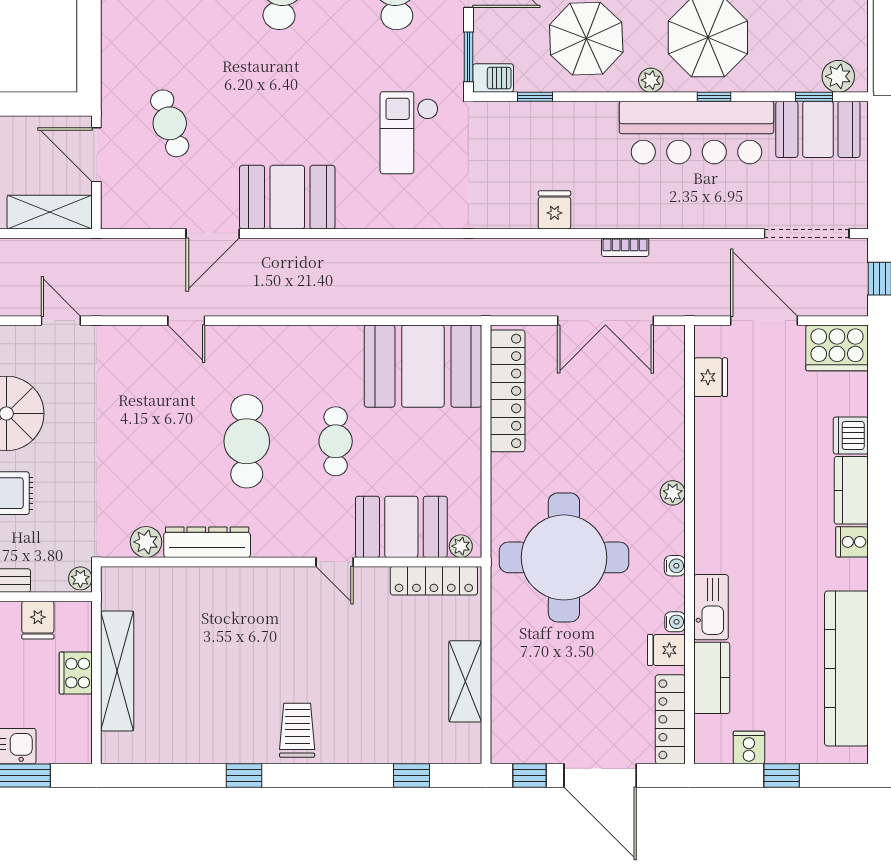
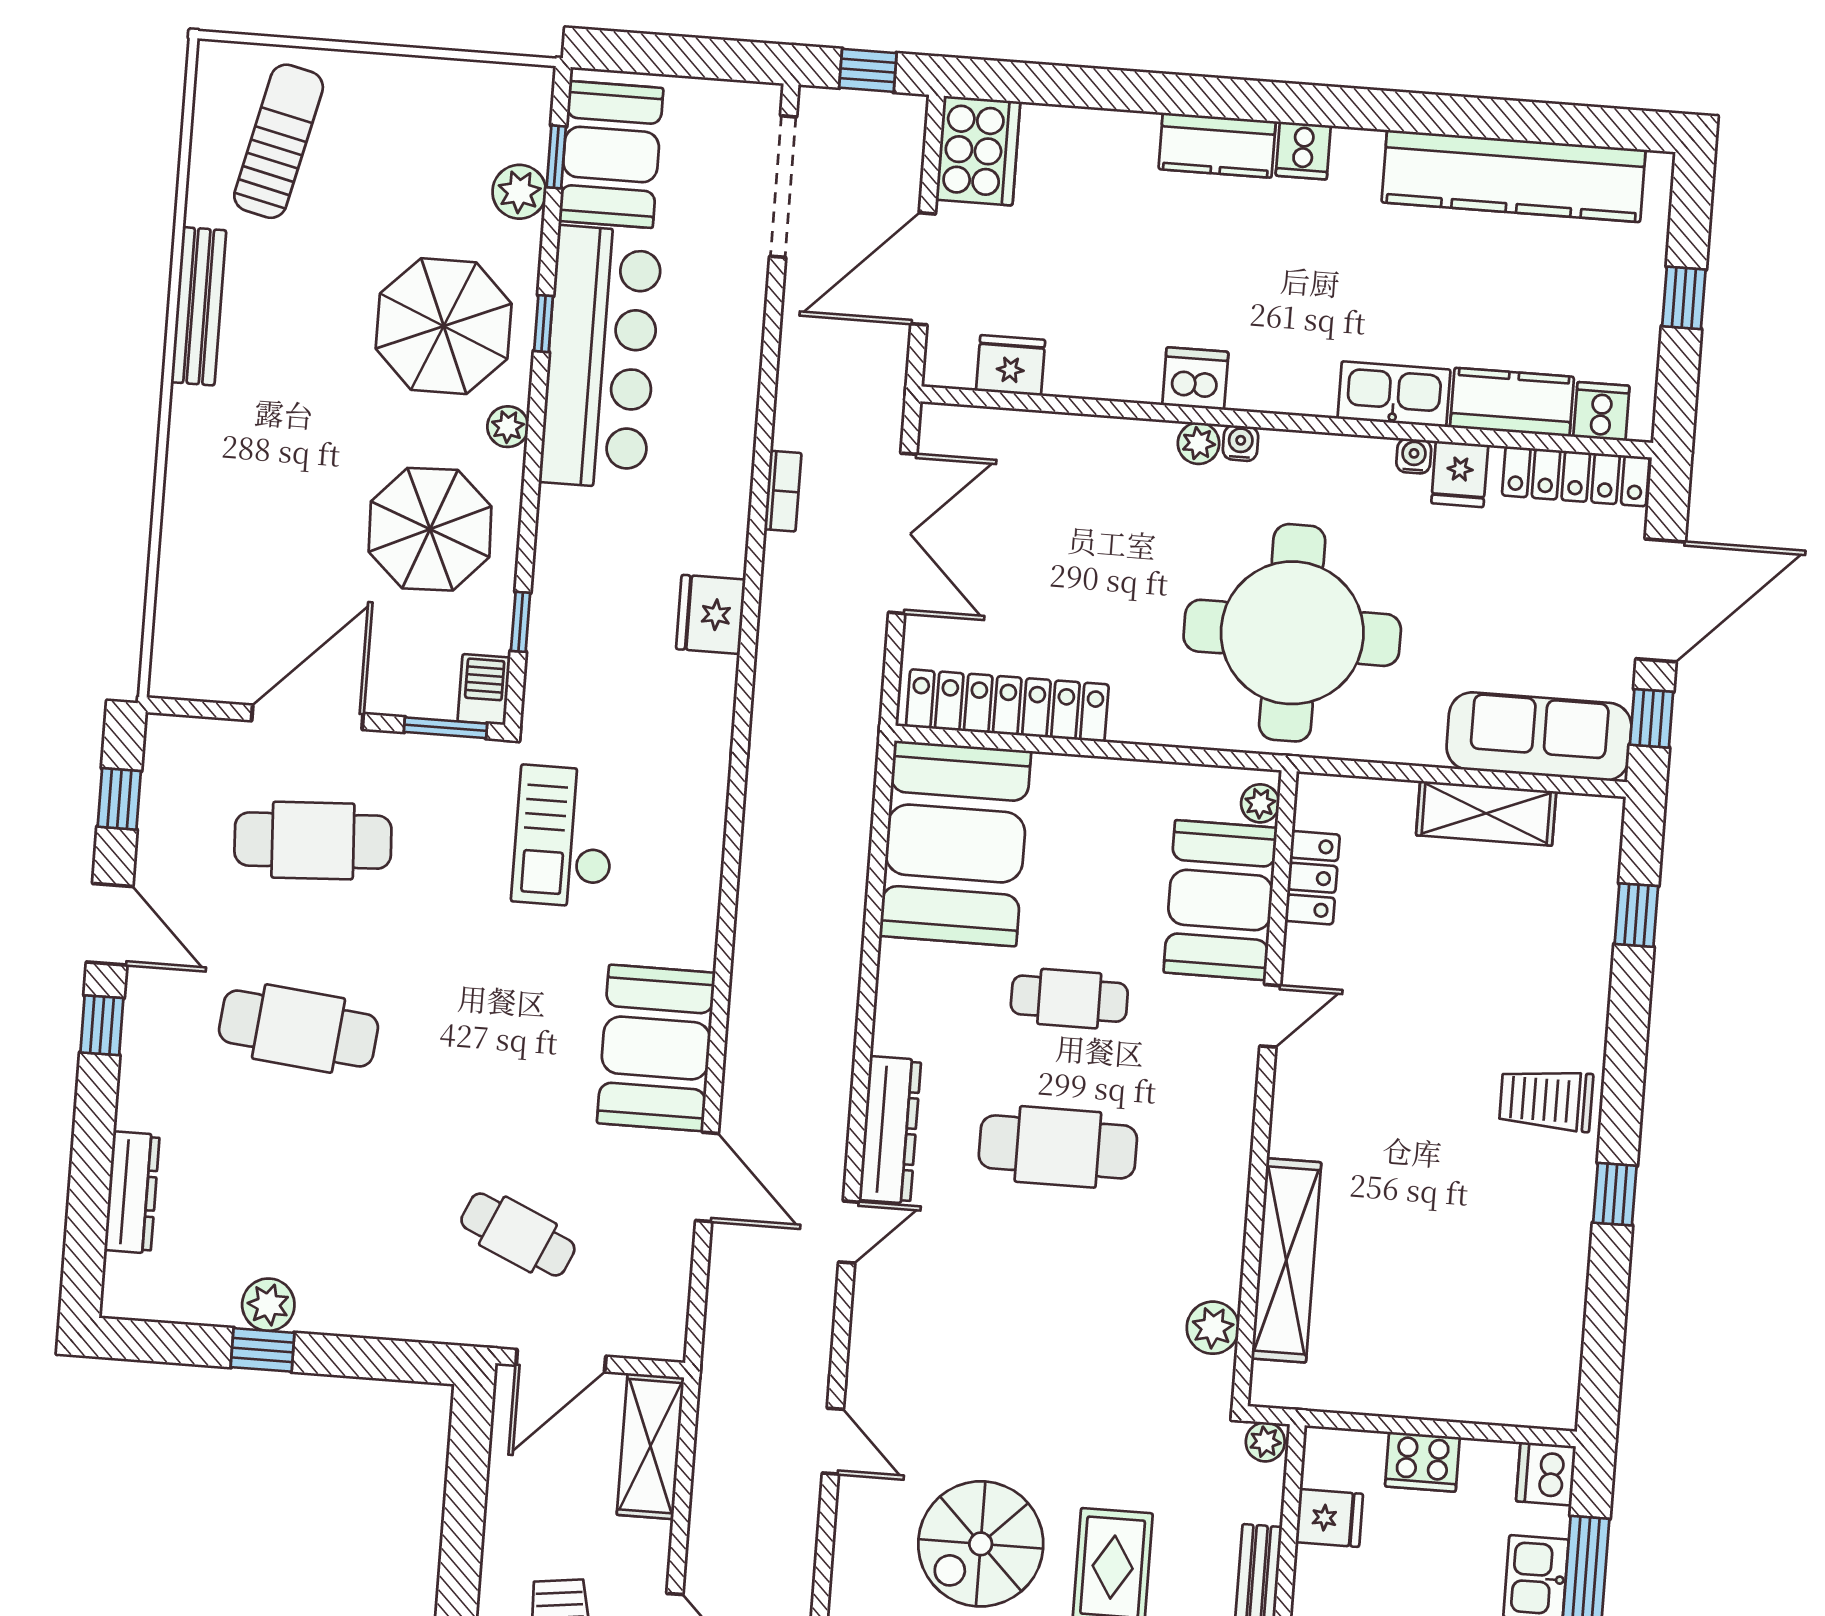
plant: (838, 76) -> (519, 192), moved
cafe table: (170, 123) -> (518, 1234), turned 42
checkout: (409, 133) -> (564, 836), turned 90
fridge: (554, 210) -> (711, 614), width x1.38
door: (61, 321) -> (833, 1441), swing flipped
dishwasher: (851, 435) -> (1195, 379), moved, turned 180
dresser: (207, 542) -> (890, 1130), moved, turned 180
water cooler: (675, 566) -> (1240, 443), moved
locker: (434, 581) -> (1312, 878), width x0.66
shelving: (117, 671) -> (1286, 1260), moved, turned 90
sofa: (514, 709) -> (1539, 736), added
dishwasher: (74, 747) -> (1546, 1474), added
cooker: (749, 747) -> (1601, 411), moved, turned 90

